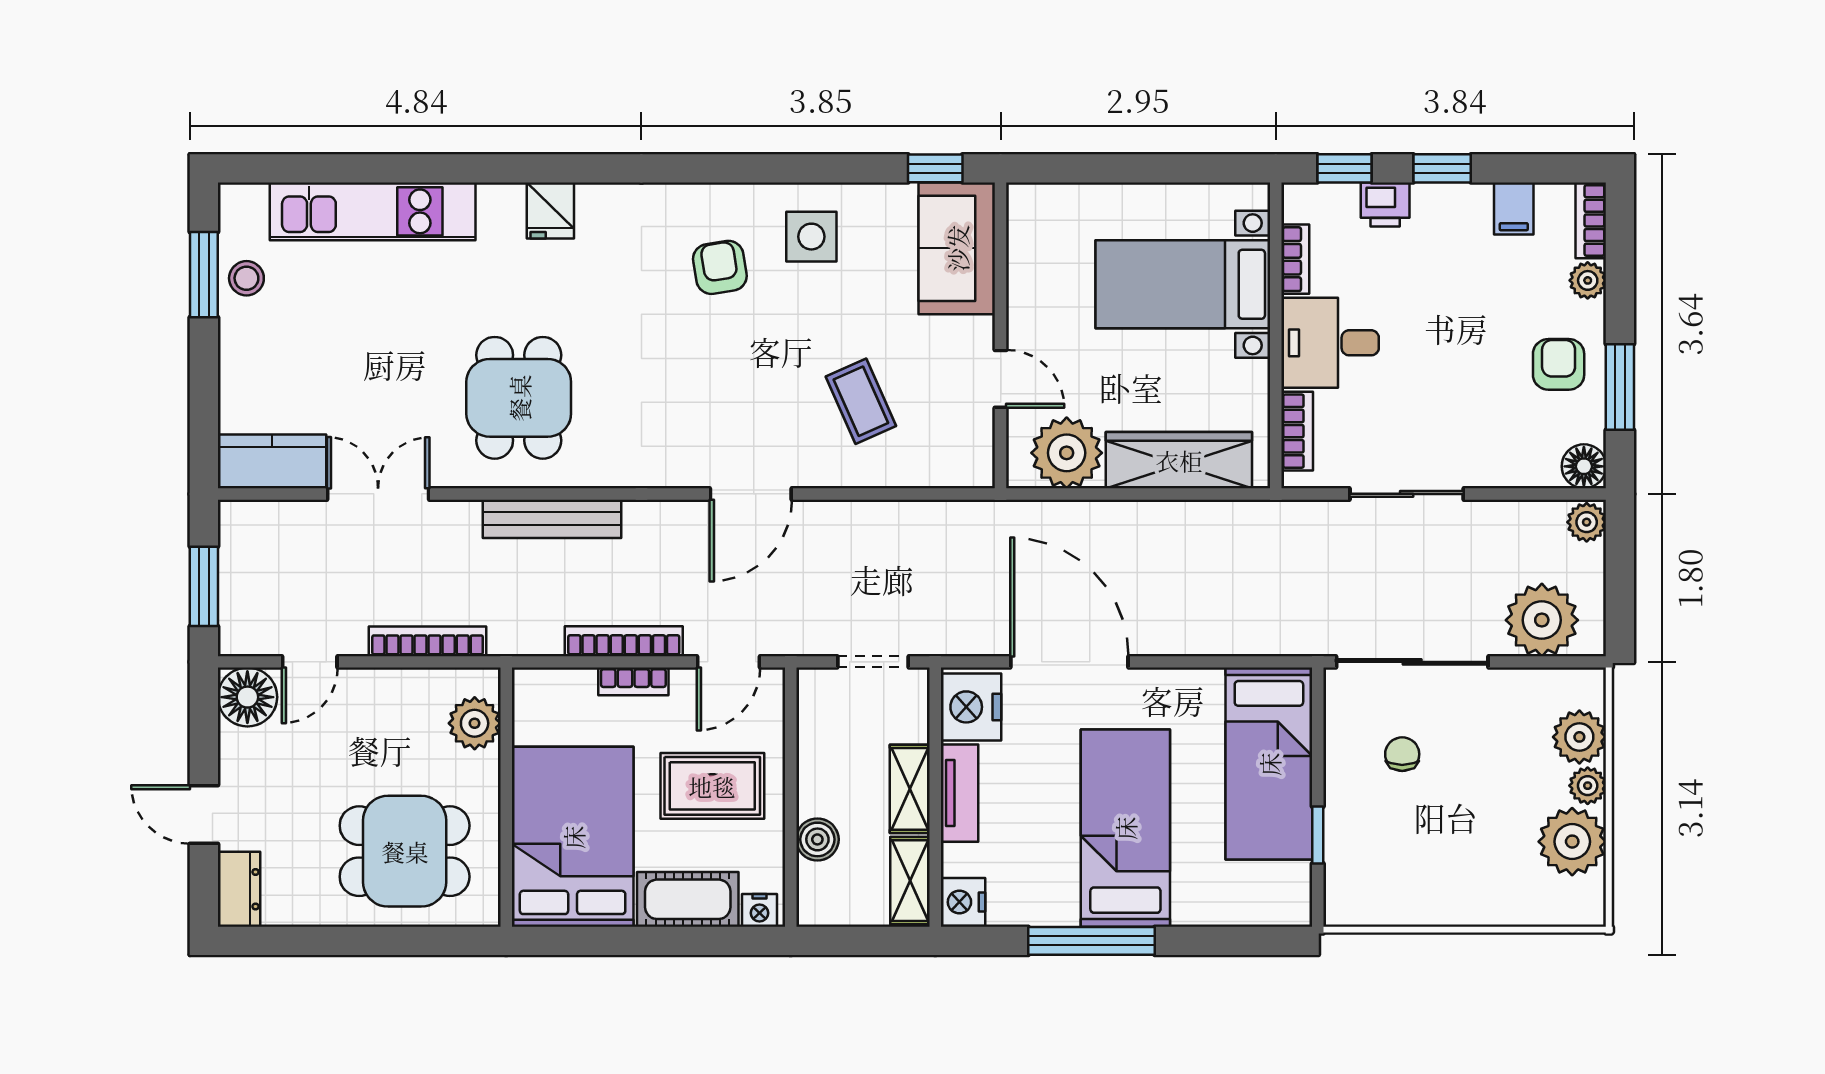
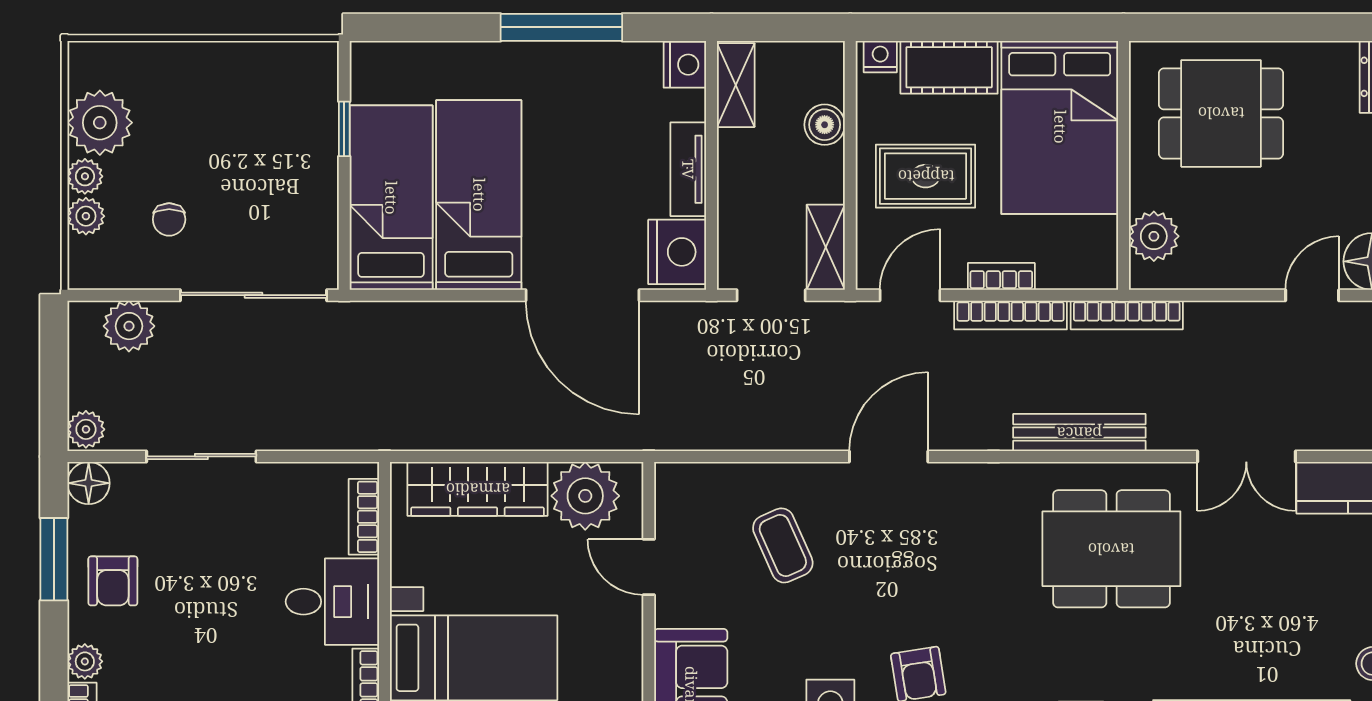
dining table: (519, 398) -> (1111, 549), width x1.38
sliding door: (1407, 494) -> (201, 456), moved
plant: (1542, 620) -> (129, 326), width x0.73, depth x0.73
bookcase: (428, 641) -> (1127, 315), moved
plant: (1579, 737) -> (86, 216), width x0.73, depth x0.73
chair: (1402, 754) -> (169, 219), moved
shelving: (910, 789) -> (826, 247), moved
bed: (1125, 828) -> (479, 195), moved, turned 180

